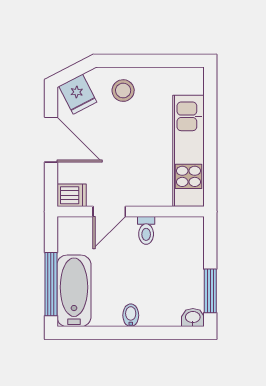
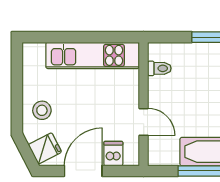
dishwasher: (72, 195) -> (113, 154), moved
toilet: (146, 230) -> (159, 68), moved

